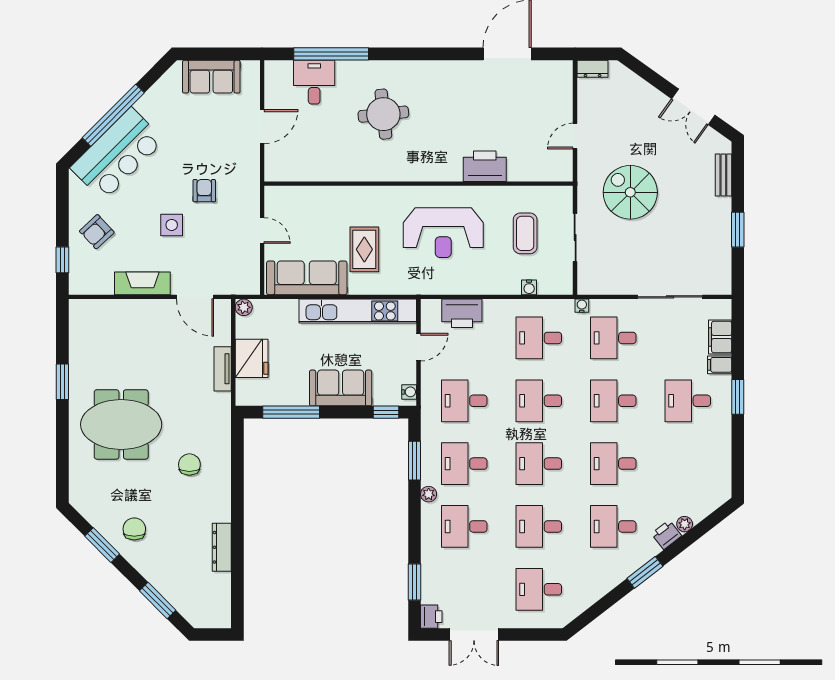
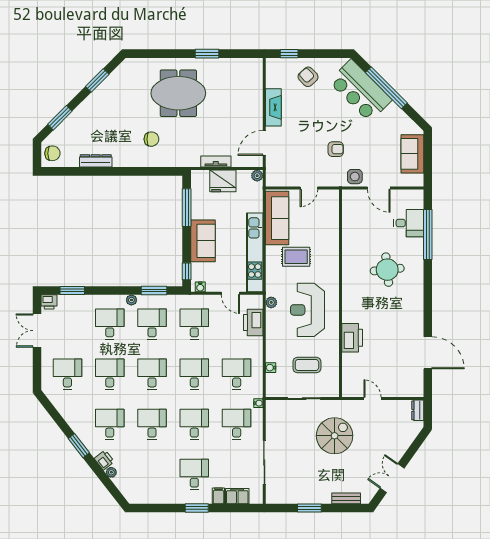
side table: (172, 225) -> (355, 177), moved
plant: (432, 286) -> (271, 302), added
meeting table: (121, 424) -> (178, 93), turned 90
chair: (134, 529) -> (52, 153), moved

